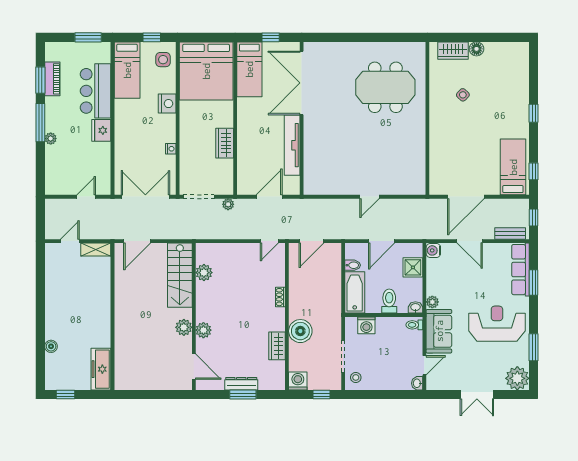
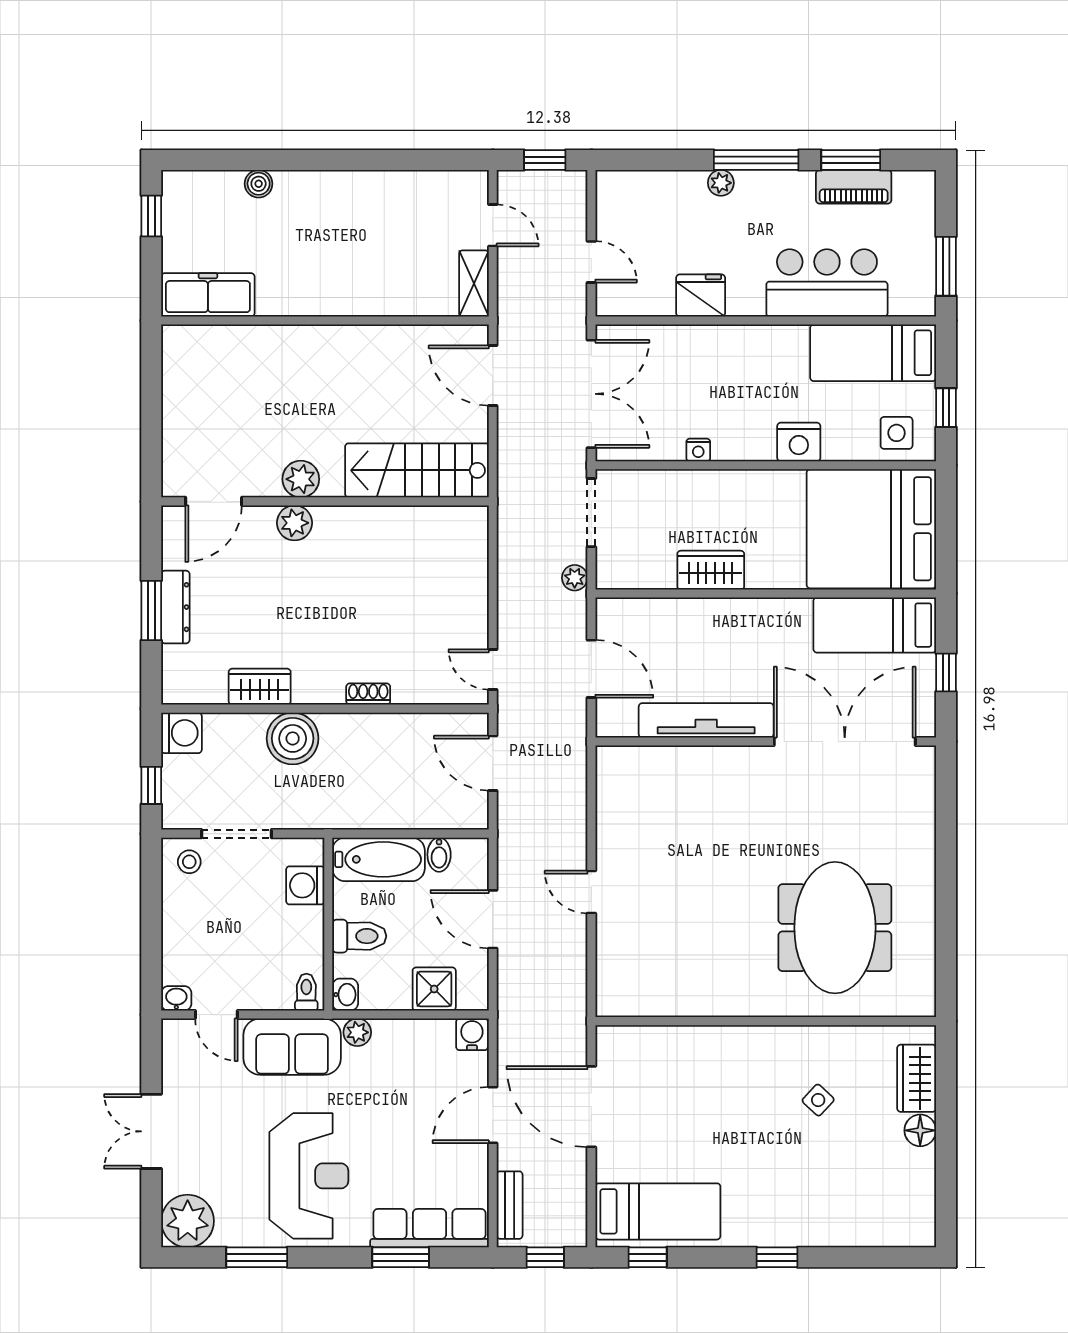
fridge: (101, 130) -> (701, 295), moved
window: (40, 218) -> (545, 160), added
plant: (204, 273) -> (423, 524), removed

